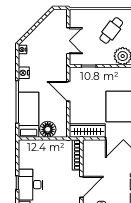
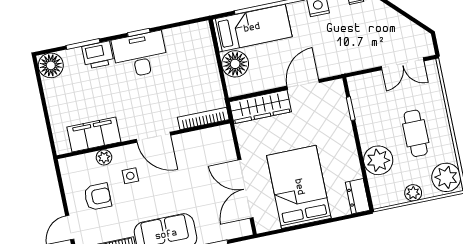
cafe table: (111, 30) -> (416, 133), turned 52
double door: (68, 41) -> (402, 64), moved
wardrobe: (87, 130) -> (260, 107), moved, turned 90

